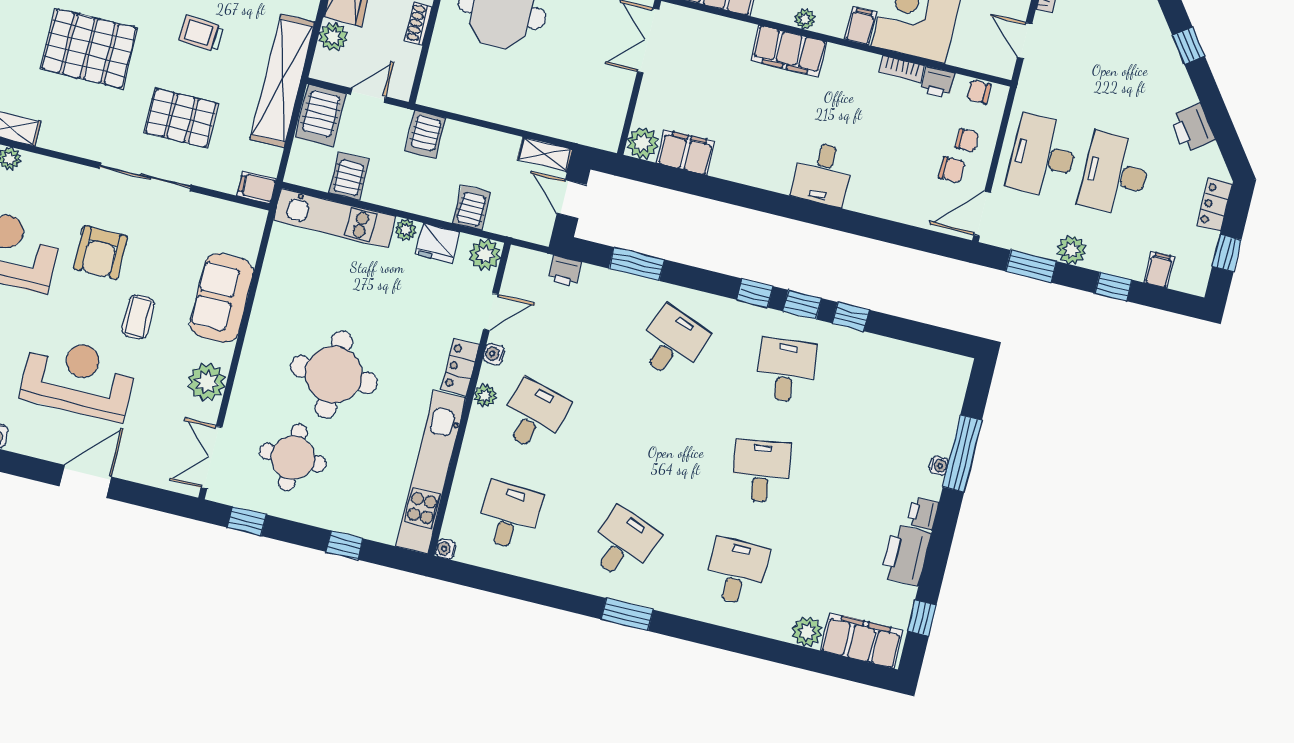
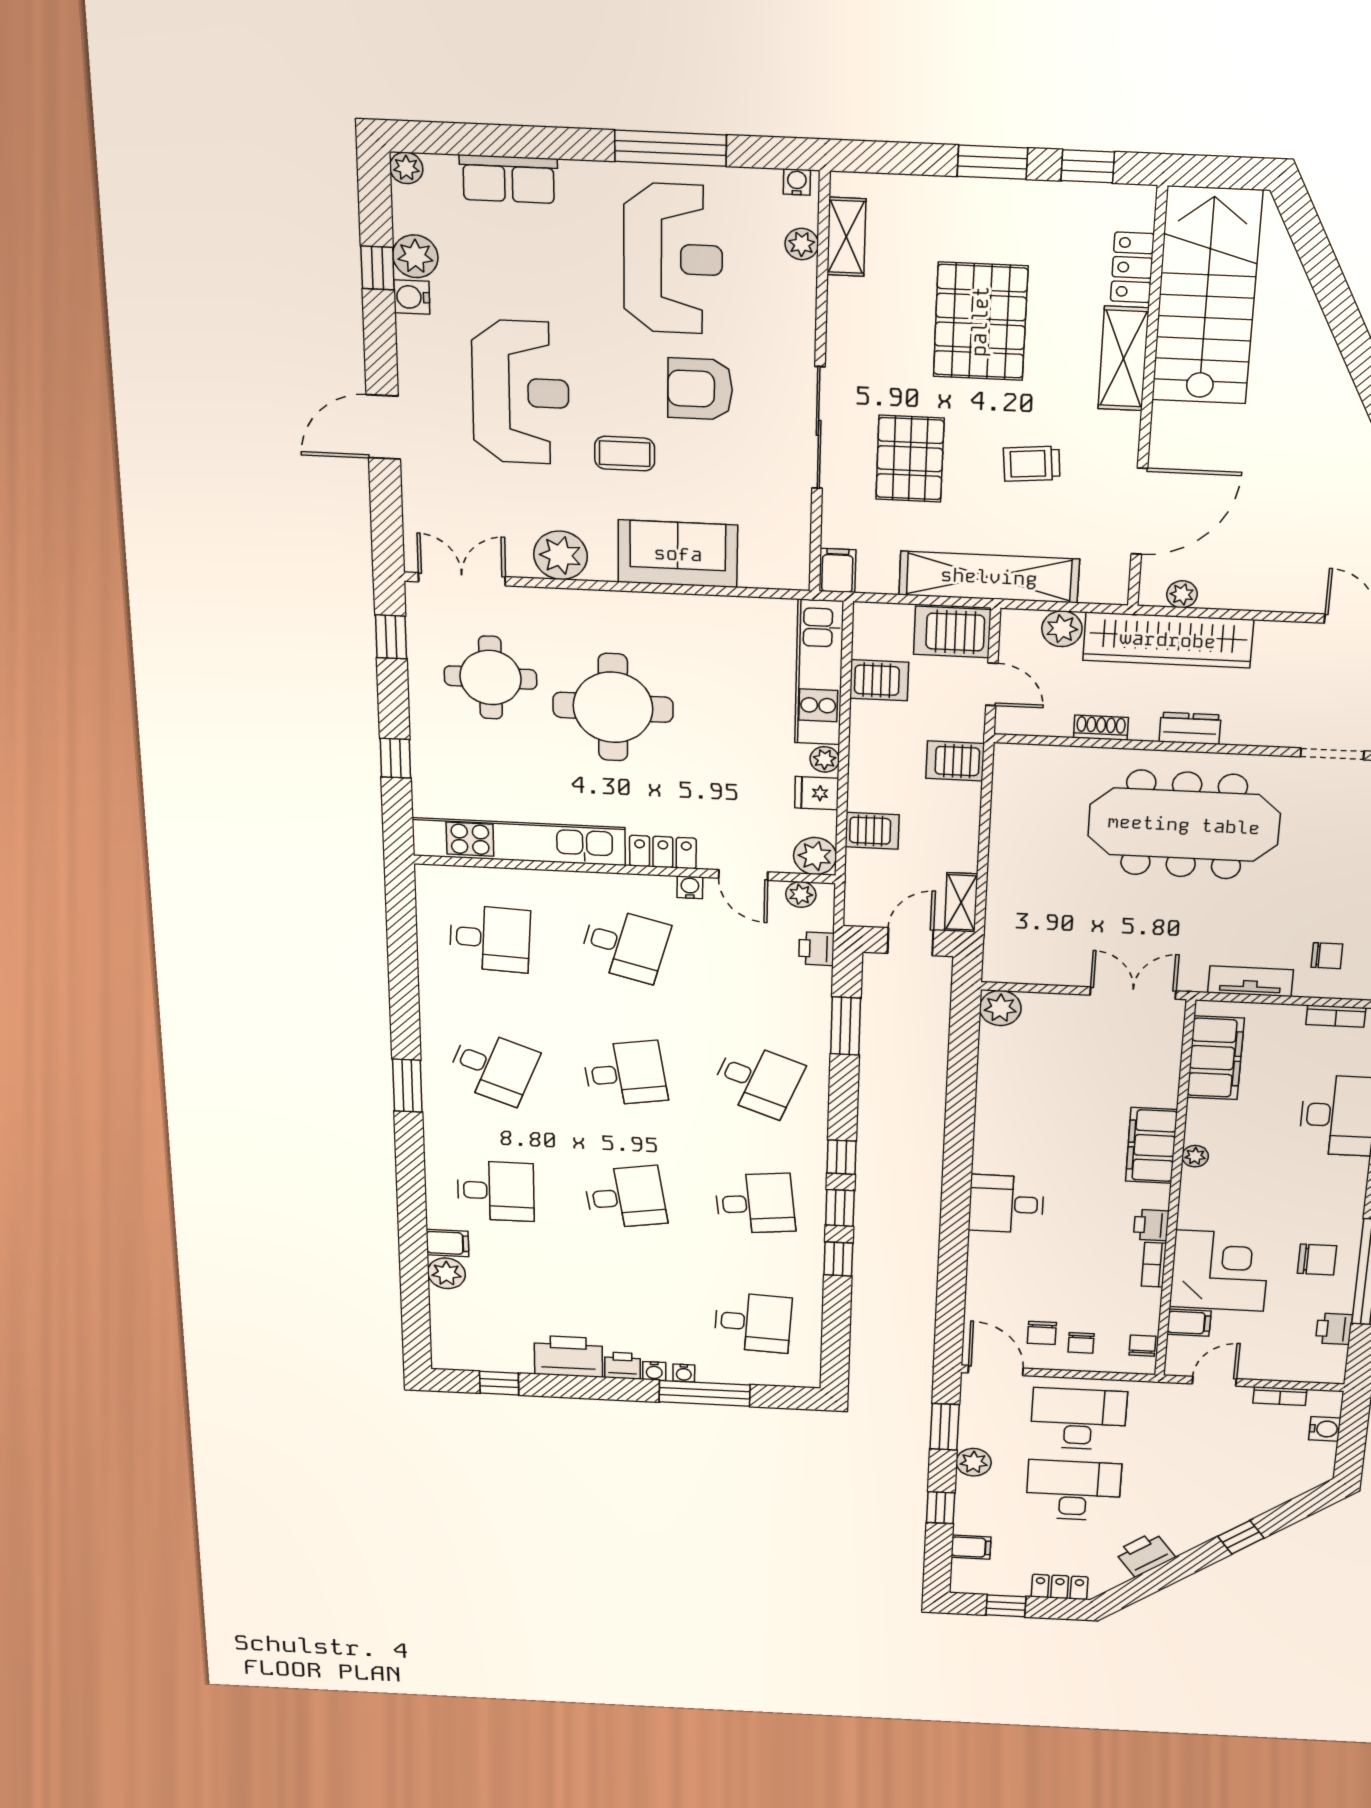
filing cabinet: (861, 26) -> (1189, 1323), moved
trolley: (201, 34) -> (1032, 464), turned -99
printer: (938, 83) -> (1151, 1225), moved
filing cabinet: (686, 152) -> (999, 1057), removed
fridge: (438, 243) -> (817, 793), width x0.72
plant: (485, 396) -> (801, 894), moved
desk: (899, 398) -> (753, 1322), added
desk: (648, 443) -> (625, 1073), added
door: (85, 481) -> (383, 427), swing flipped
water cooler: (446, 549) -> (654, 1371), moved, turned 180
filing cabinet: (862, 641) -> (447, 1243), moved, width x0.33, depth x0.86

